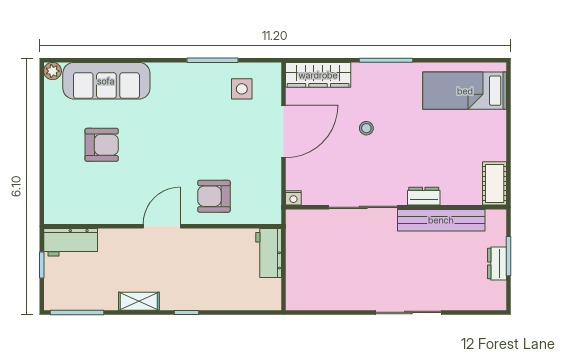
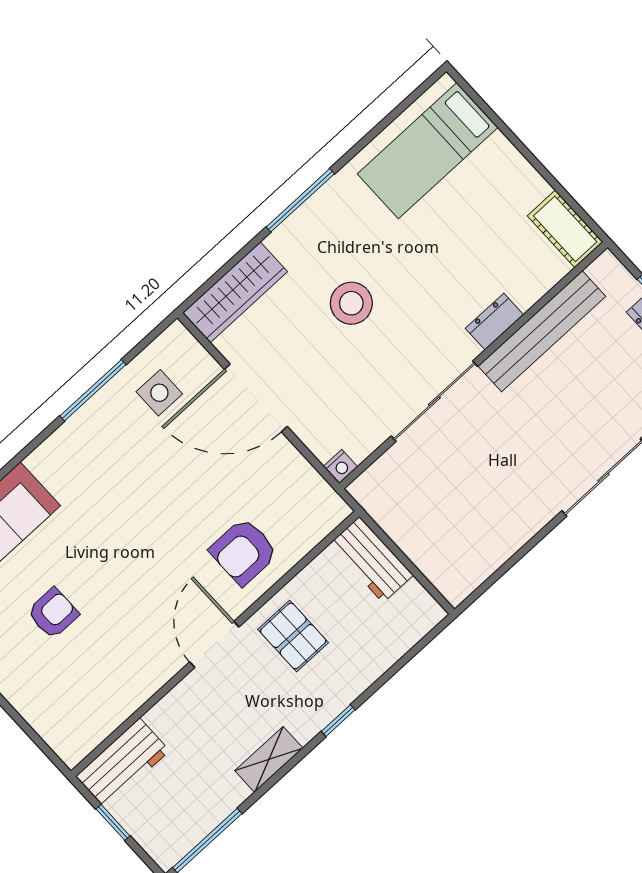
stool: (366, 128) -> (351, 303), width x1.89, depth x1.89
door: (283, 131) -> (256, 398), swing flipped
armchair: (102, 145) -> (53, 613), width x0.72, depth x0.72
pallet: (201, 255) -> (293, 636), added

